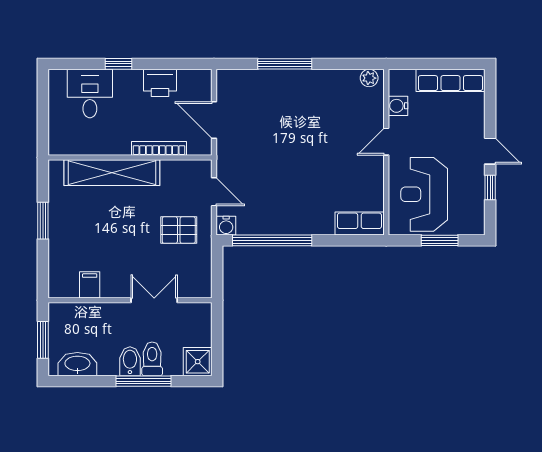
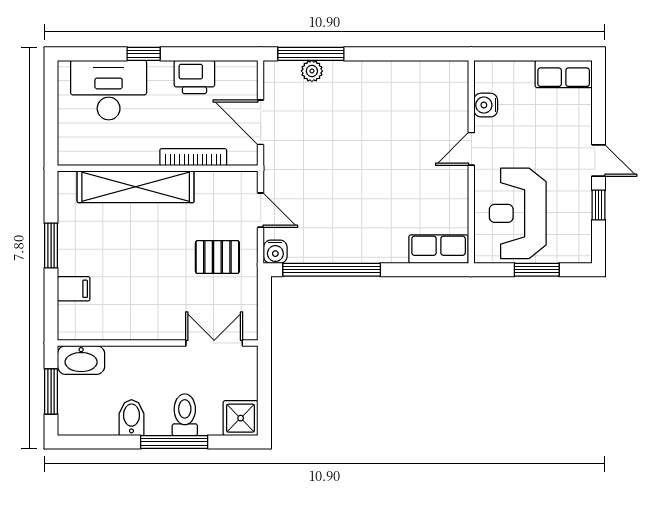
window: (285, 64) -> (311, 54), moved
plant: (369, 78) -> (312, 71), moved
row of seats: (450, 80) -> (564, 74), width x0.68
desk: (90, 94) -> (109, 90), width x1.37
filing cabinet: (90, 285) -> (74, 289), moved, turned 90
double door: (154, 300) -> (214, 343), moved
bidet: (130, 361) -> (131, 418), moved
washbasin: (77, 364) -> (81, 360), moved, turned 180

